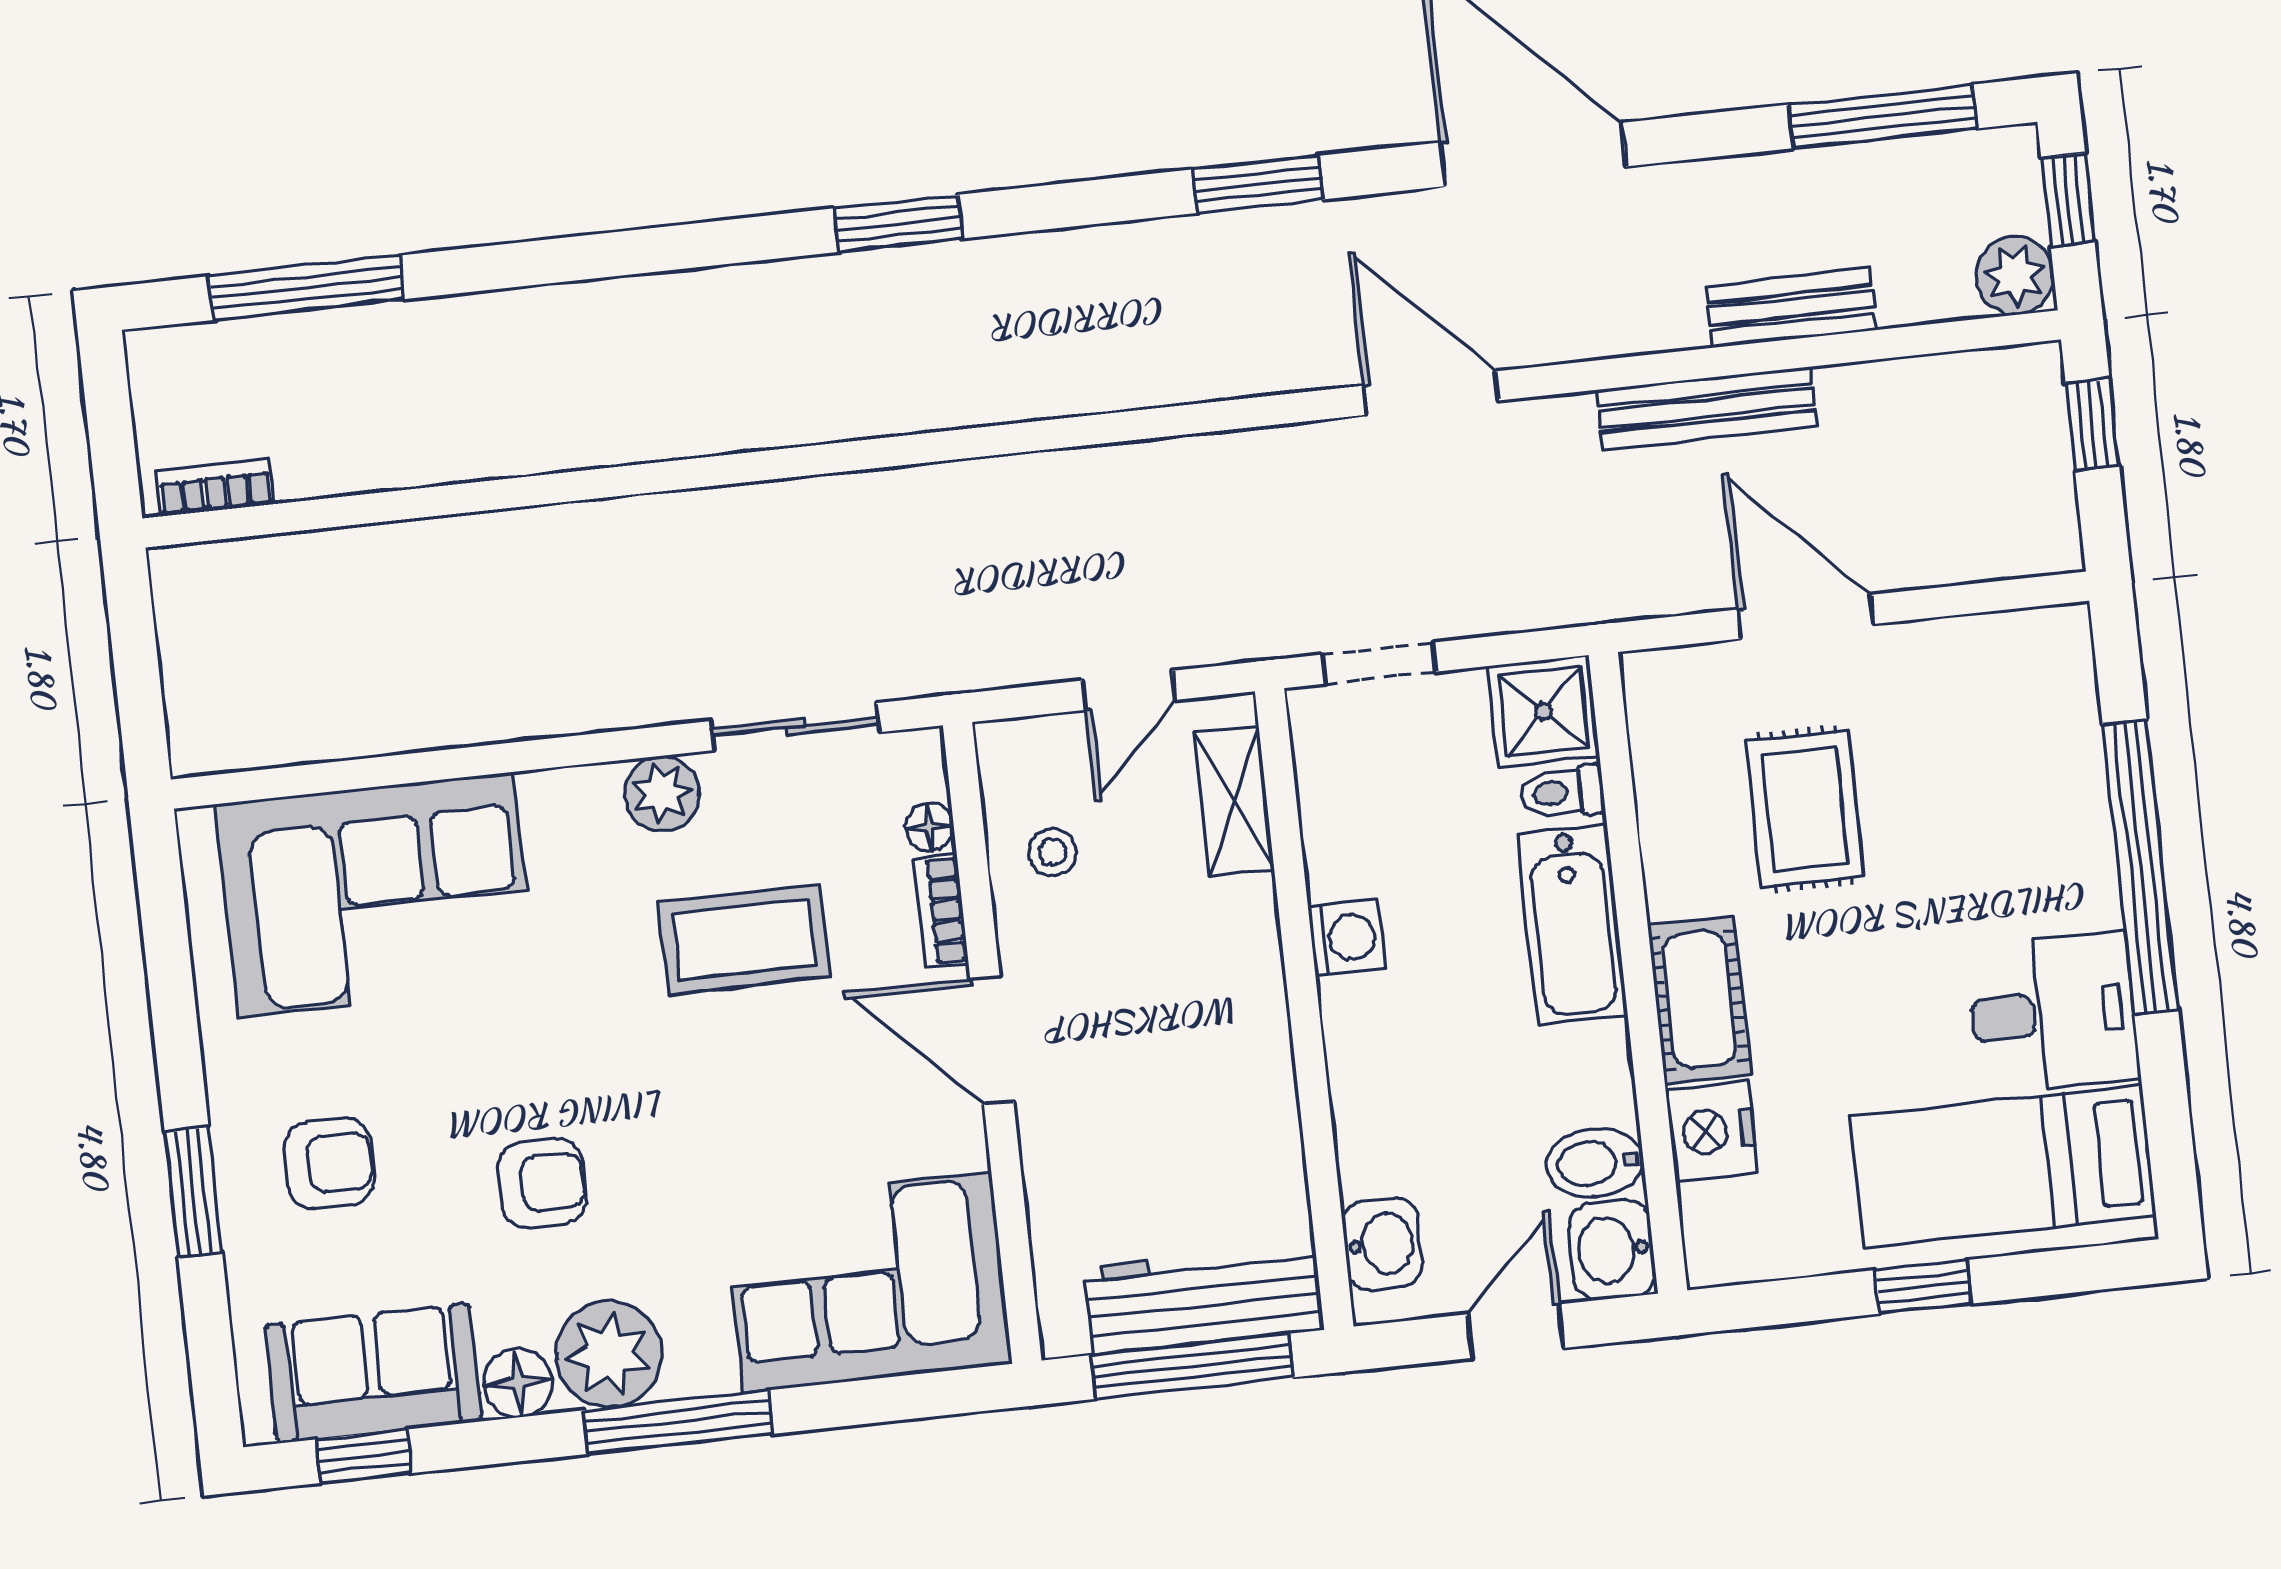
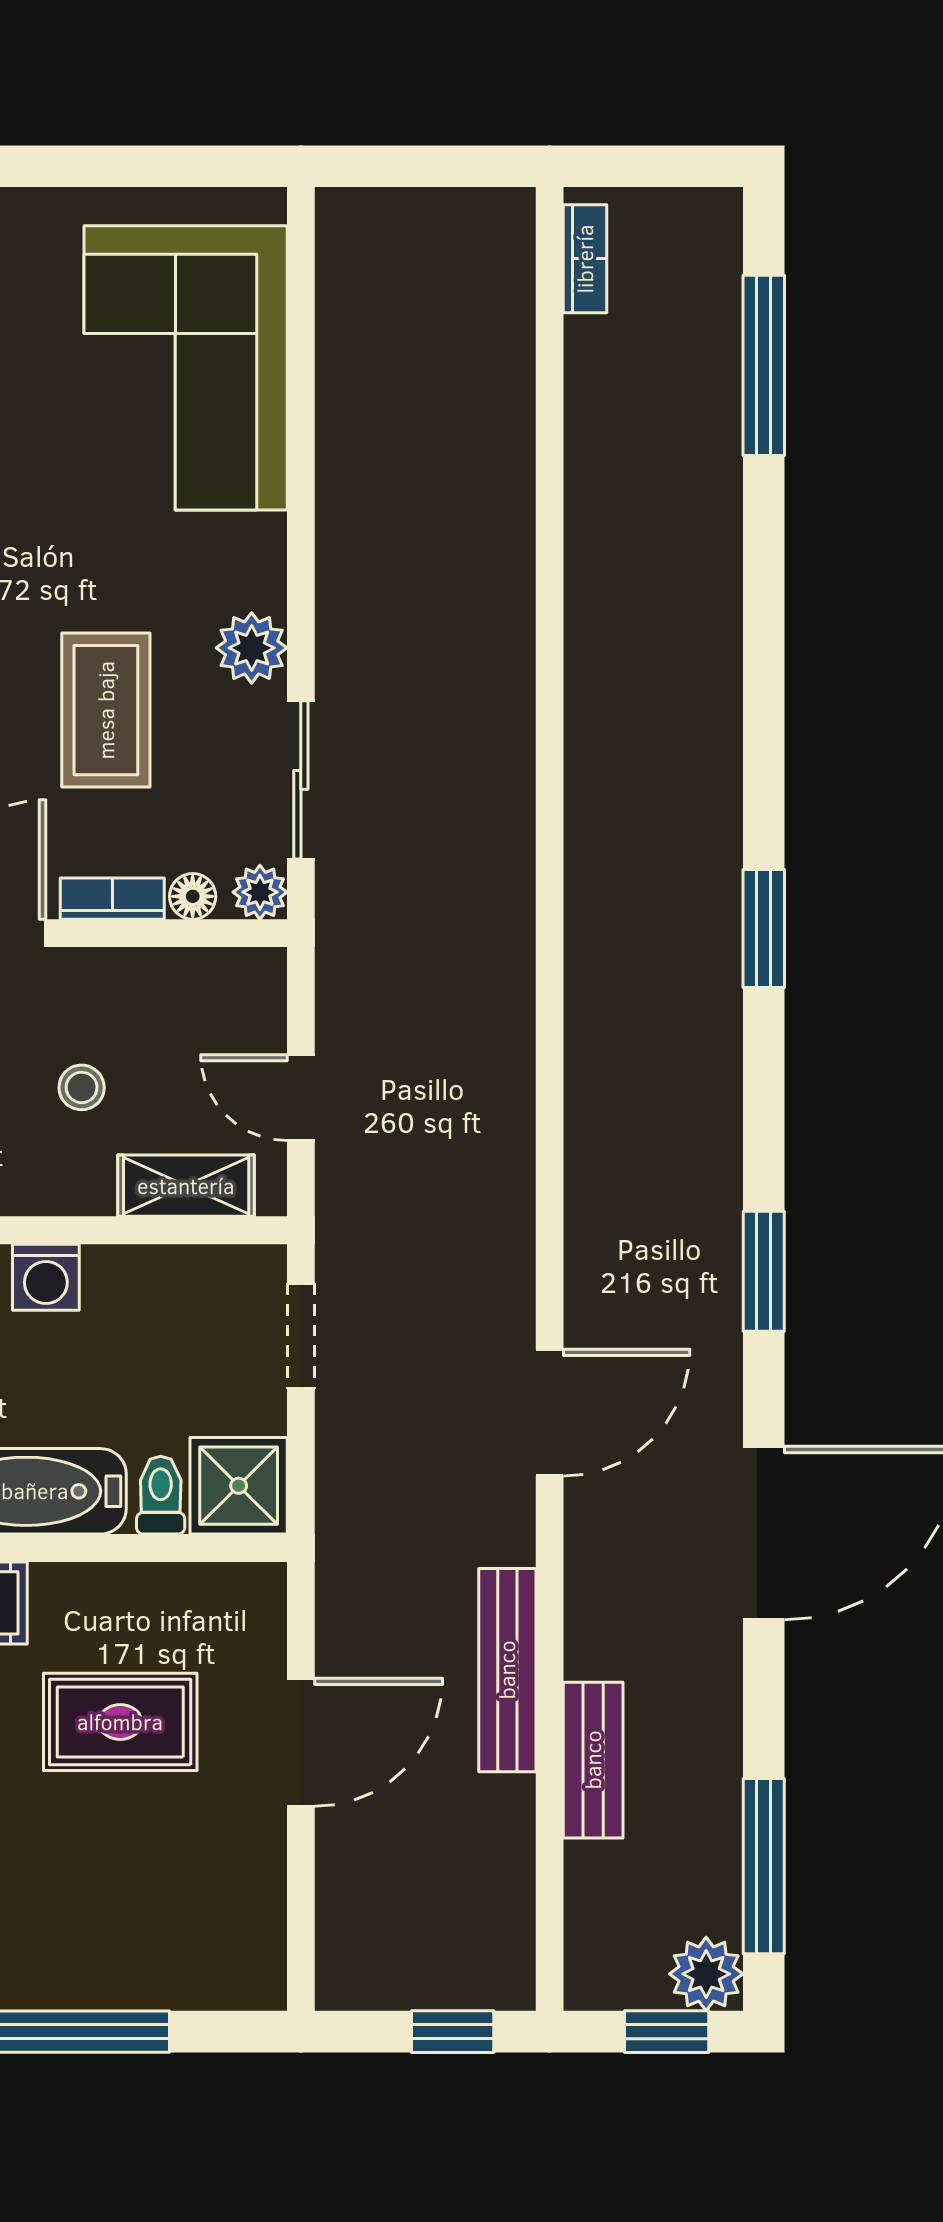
plant: (2015, 276) -> (706, 1974), moved
plant: (918, 757) -> (260, 892), added
stool: (1053, 852) -> (82, 1087), moved

